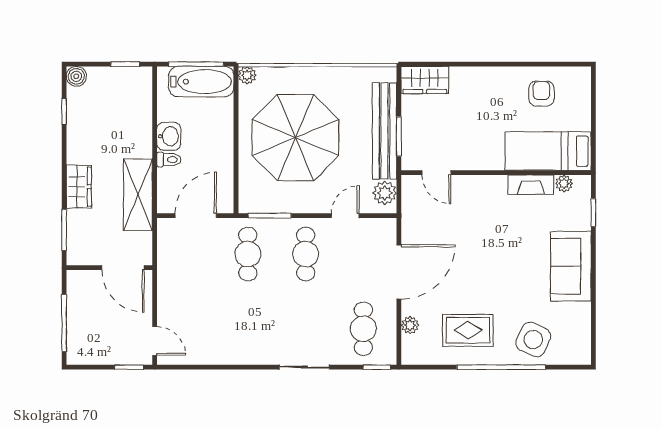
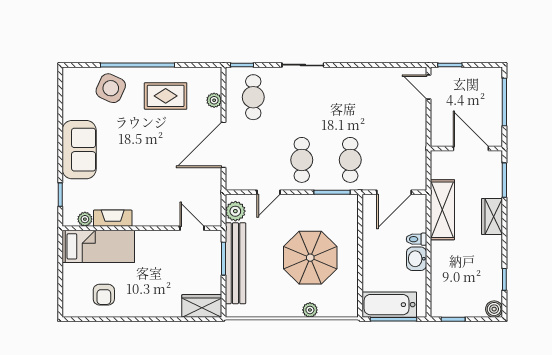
plant: (247, 75) -> (310, 310), moved
parasol: (295, 138) -> (310, 258), width x0.73, depth x0.73
door: (123, 268) -> (471, 149), moved

